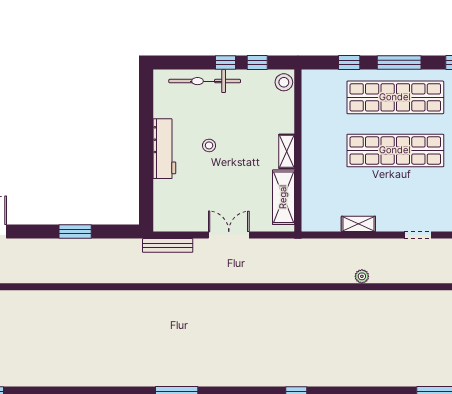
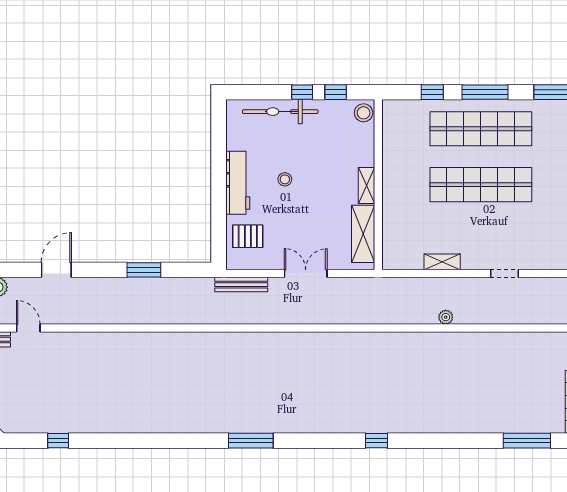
pallet: (174, 200) -> (248, 236), added

